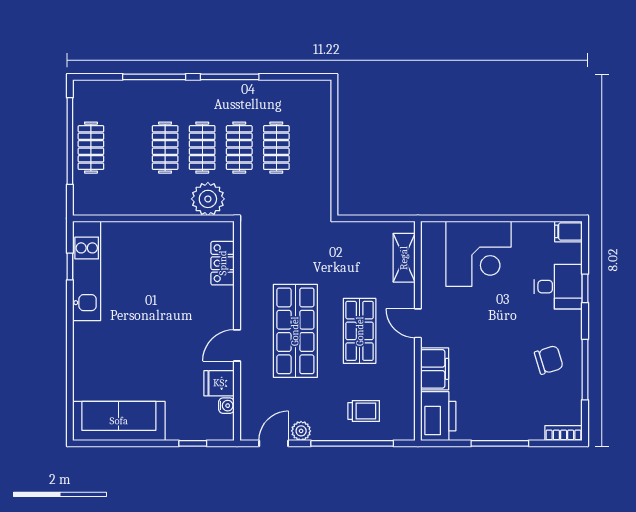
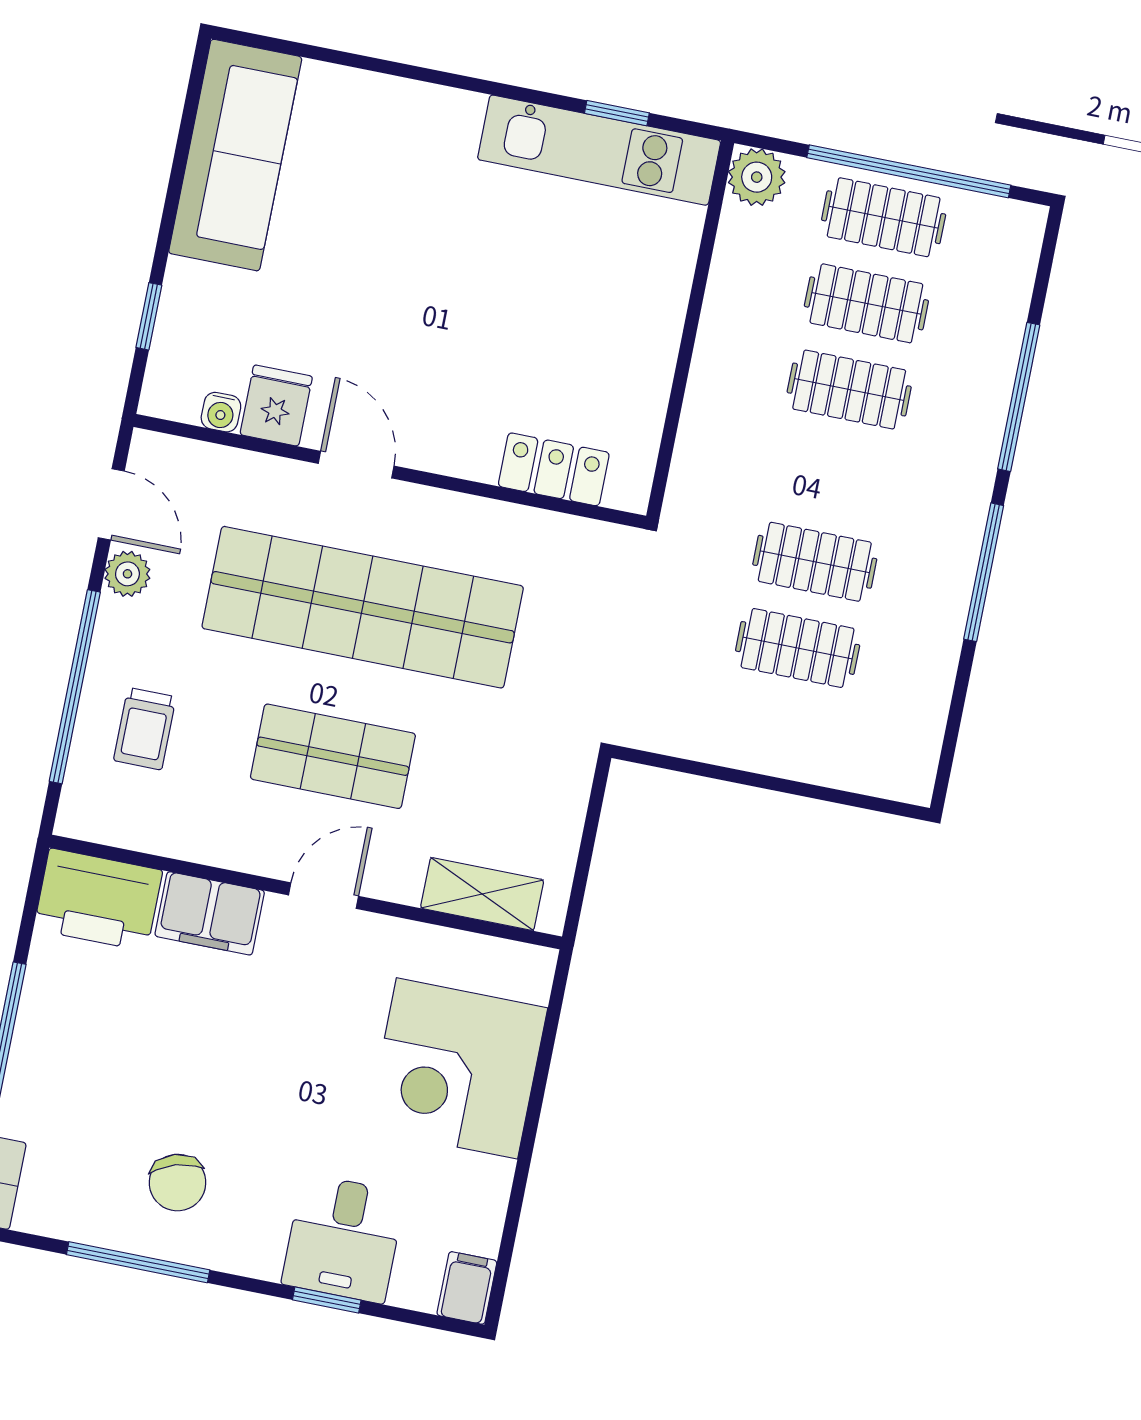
clothes rail: (202, 148) -> (866, 303), moved
plant: (208, 199) -> (757, 177), moved, width x0.73, depth x0.73
shop shelf: (295, 331) -> (363, 607), width x1.40

